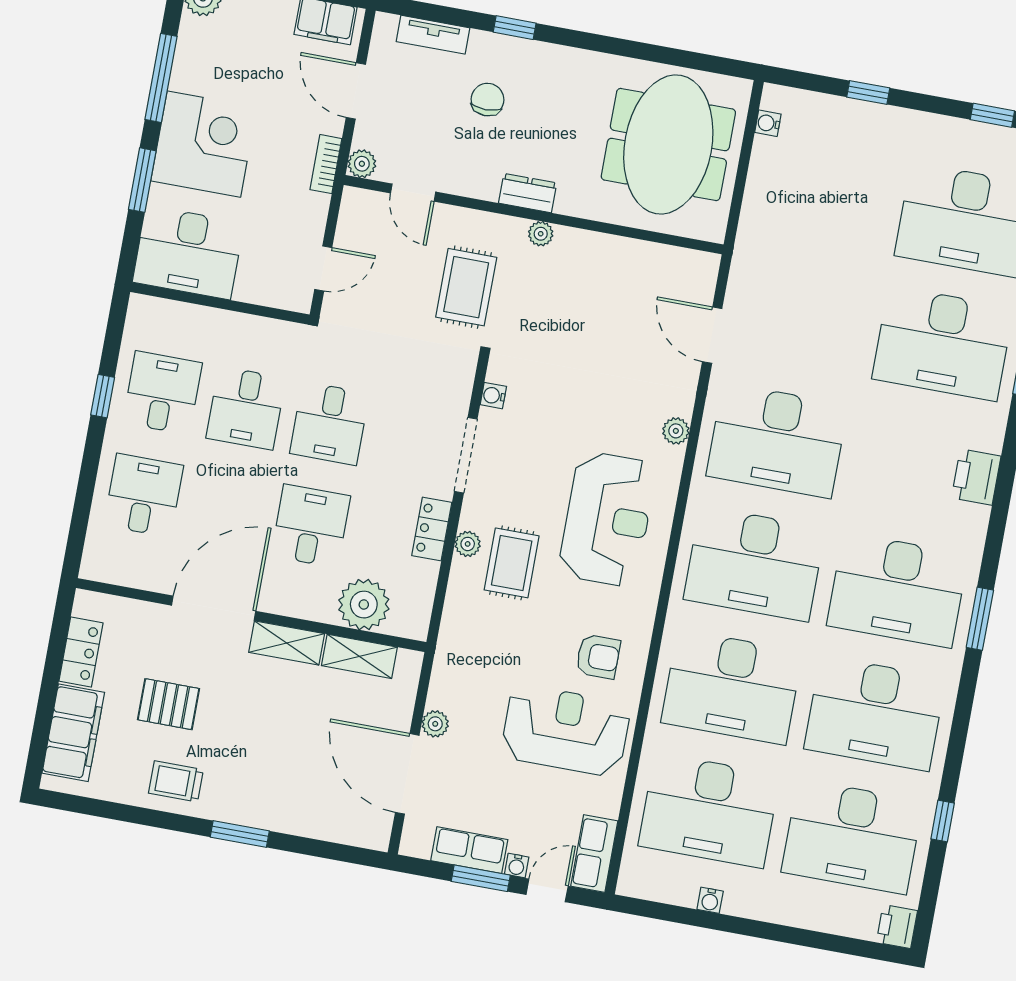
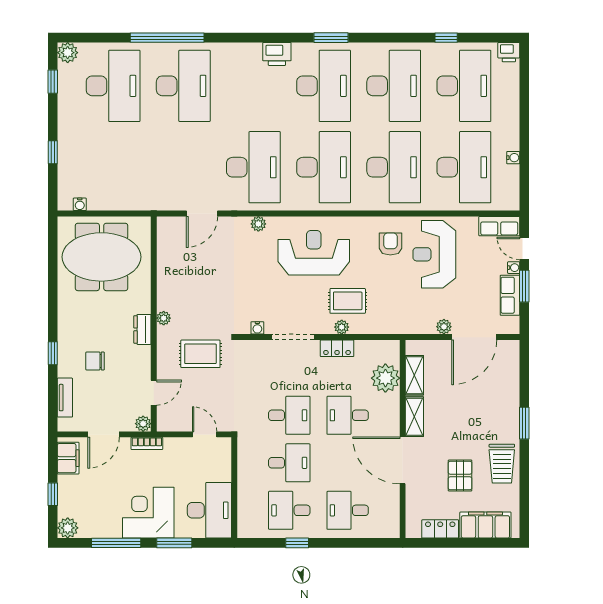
printer: (976, 477) -> (277, 54), moved
trolley: (176, 781) -> (502, 464), width x1.36, depth x1.39

